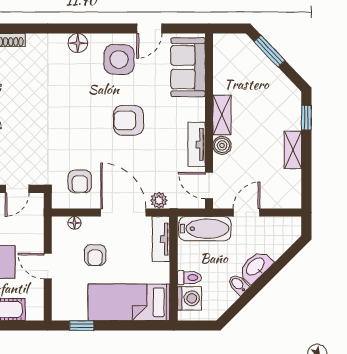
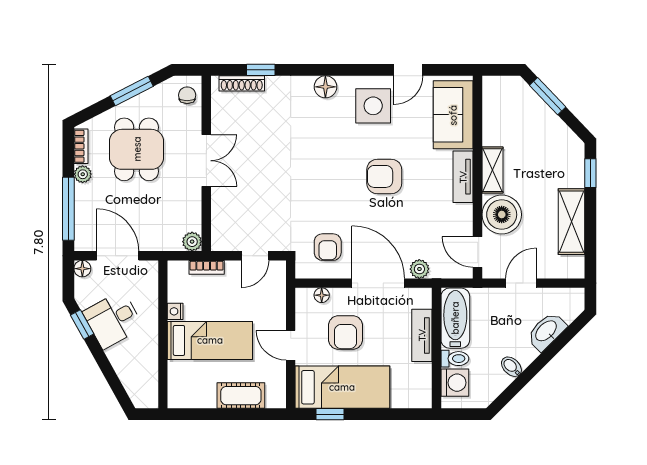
window: (22, 29) -> (261, 70), added
tv unit: (197, 144) -> (463, 177), moved
boiler: (222, 145) -> (502, 215), width x1.86, depth x1.86
shelving: (293, 150) -> (571, 222), width x1.50, depth x1.33
bathtub: (205, 229) -> (455, 318), moved, turned -90
tv unit: (161, 239) -> (422, 335), moved
armchair: (95, 255) -> (345, 332), width x1.38, depth x1.38
washbasin: (256, 267) -> (546, 331), moved
bed: (129, 302) -> (342, 387), moved, turned 180

